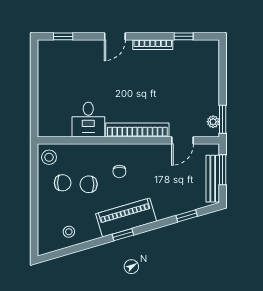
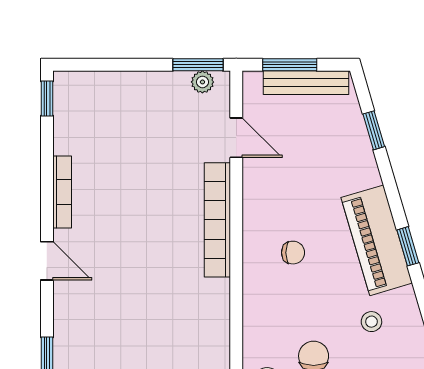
window: (184, 36) -> (47, 99), moved
desk: (88, 120) -> (198, 309), removed
chair: (89, 184) -> (316, 309), removed
stool: (69, 232) -> (371, 322), moved

